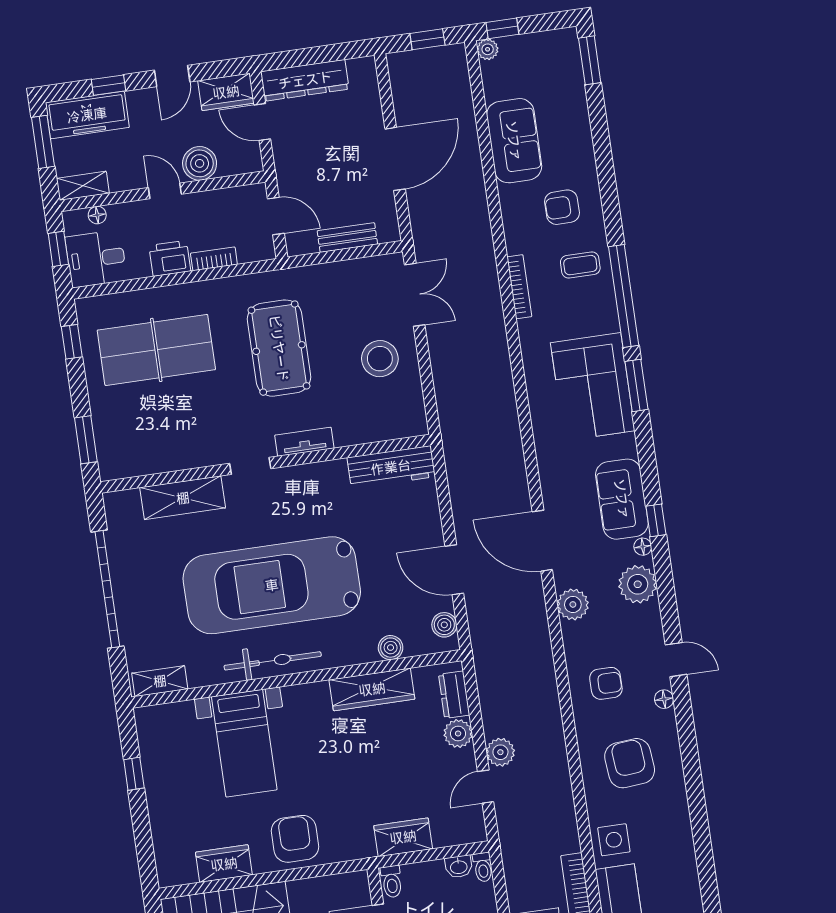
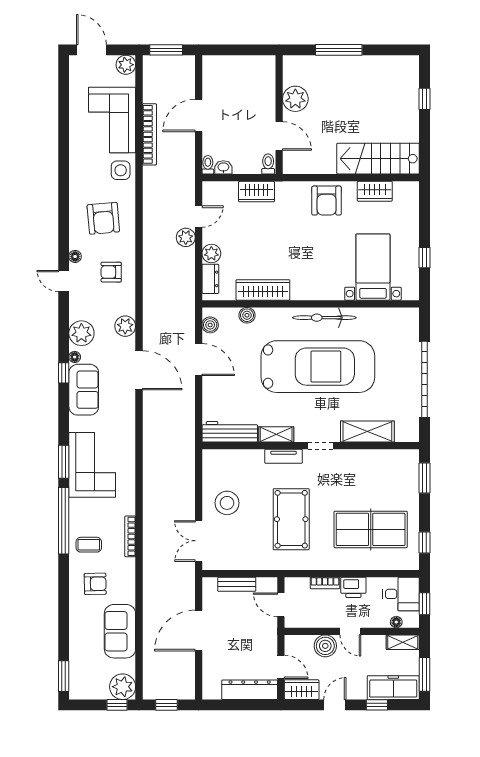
plant: (488, 49) -> (123, 687), width x1.88, depth x1.88
shelving: (160, 681) -> (276, 434), moved
bed with nightstands: (244, 743) -> (373, 267), moved

